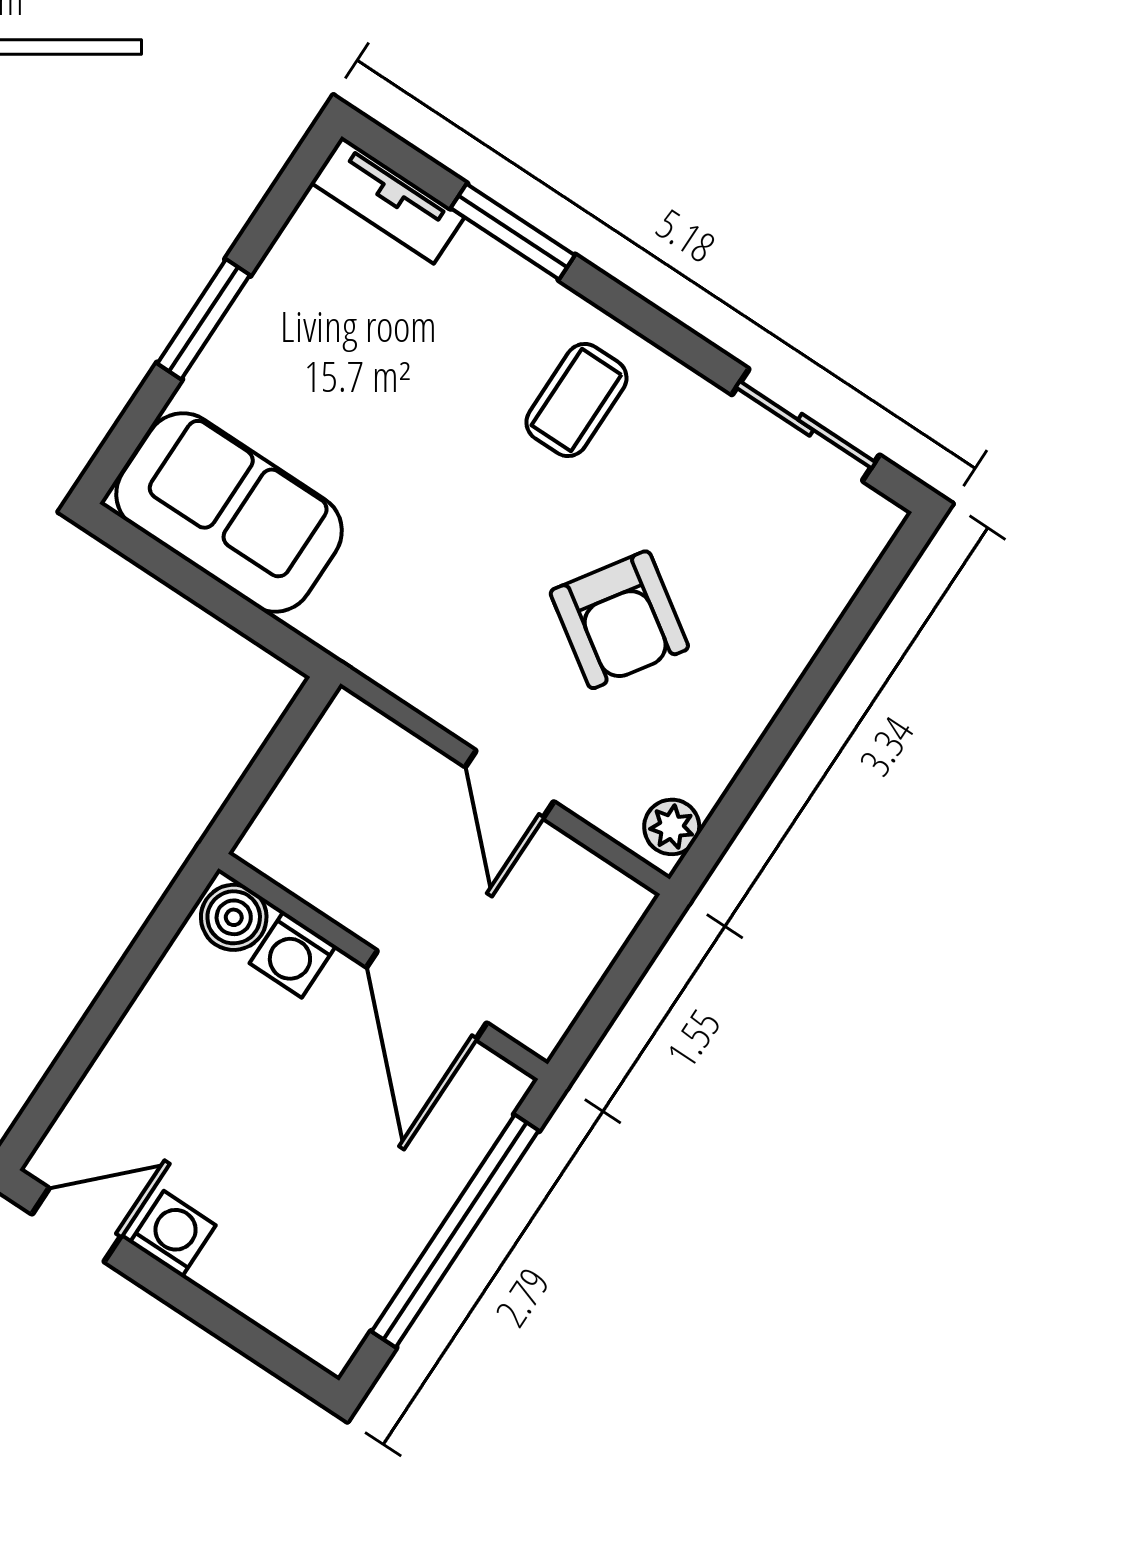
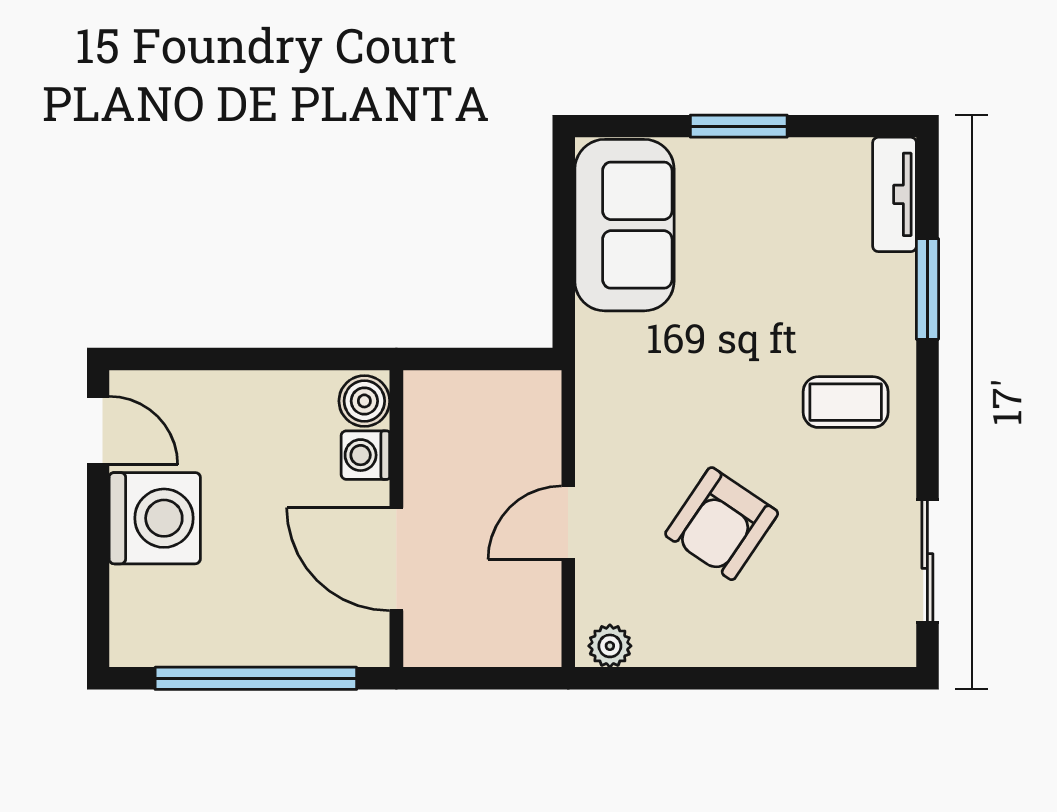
door: (427, 995) -> (396, 559), hinge flipped
washing machine: (173, 1234) -> (155, 518), width x1.89, depth x1.89

